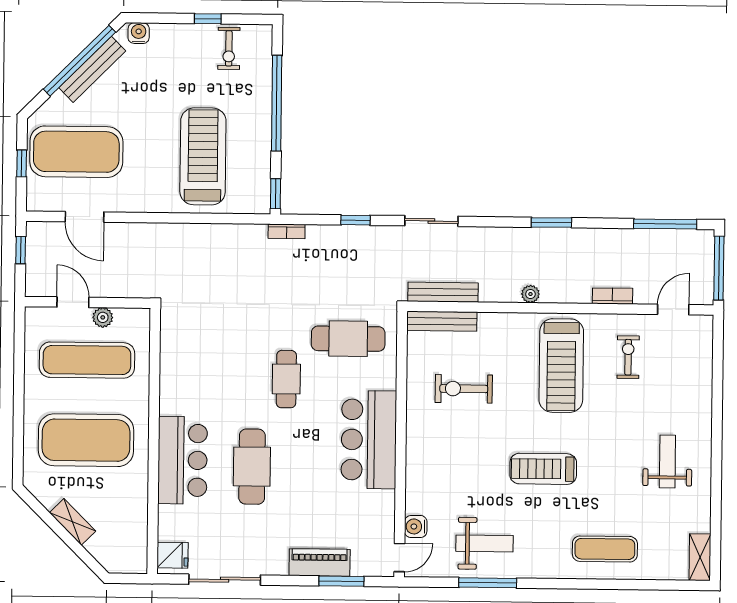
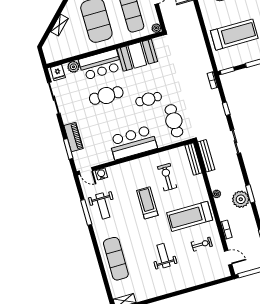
plant: (557, 246) -> (241, 199), added
plant: (103, 317) -> (156, 28), moved
booth: (186, 375) -> (137, 55), added
weight bench: (667, 462) -> (164, 256), moved, turned -90
treadmill: (543, 469) -> (147, 203), moved
plant: (170, 518) -> (73, 67), added
exercise mat: (605, 549) -> (116, 259), width x1.36, depth x1.45

